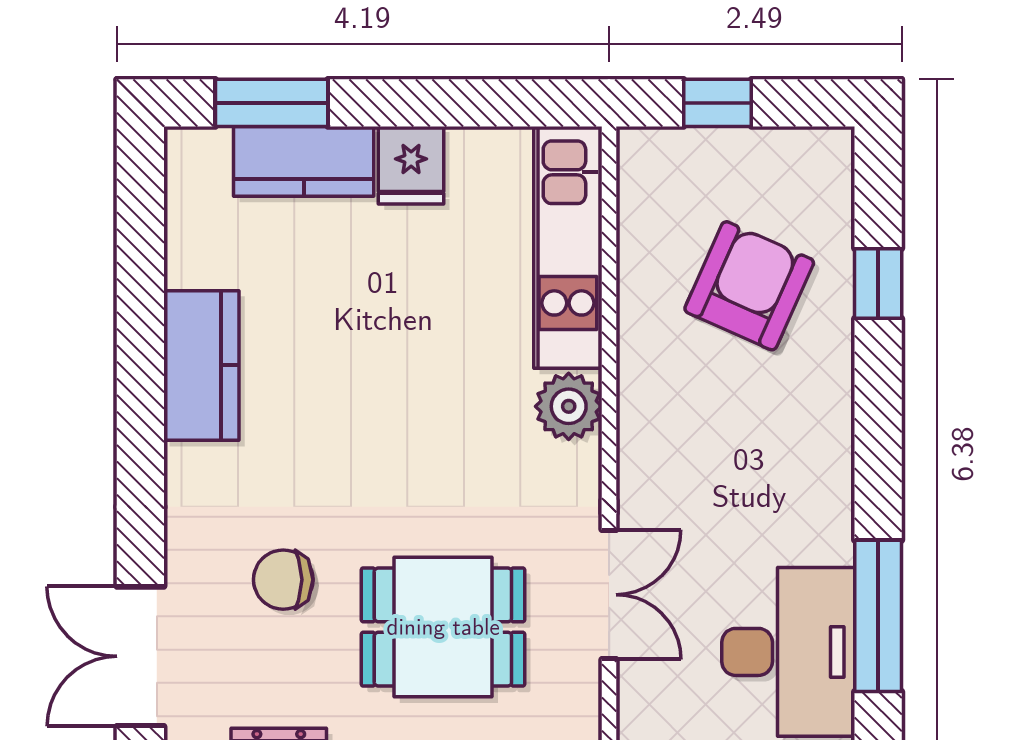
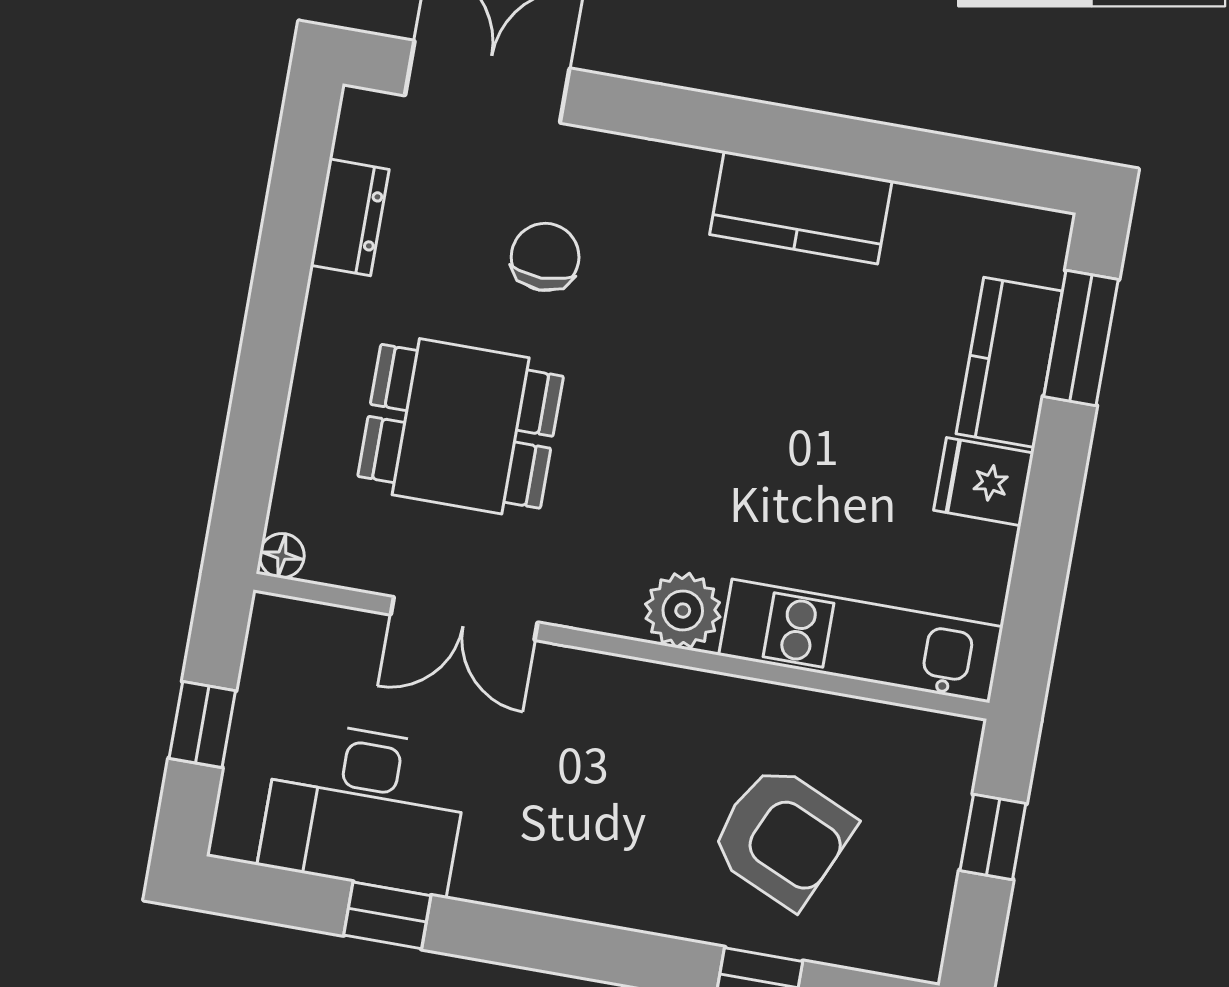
window: (878, 616) -> (387, 915), width x0.46
dining table: (443, 627) -> (461, 426), turned 90

